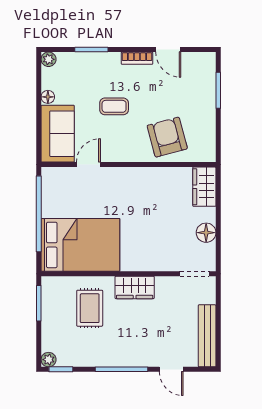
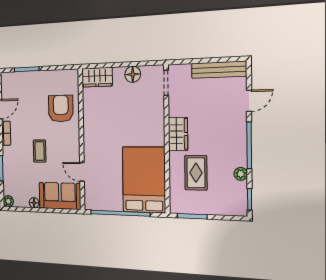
armchair: (167, 137) -> (61, 109), turned 105
rug: (90, 308) -> (196, 173), turned 90
plant: (49, 360) -> (241, 174), moved

